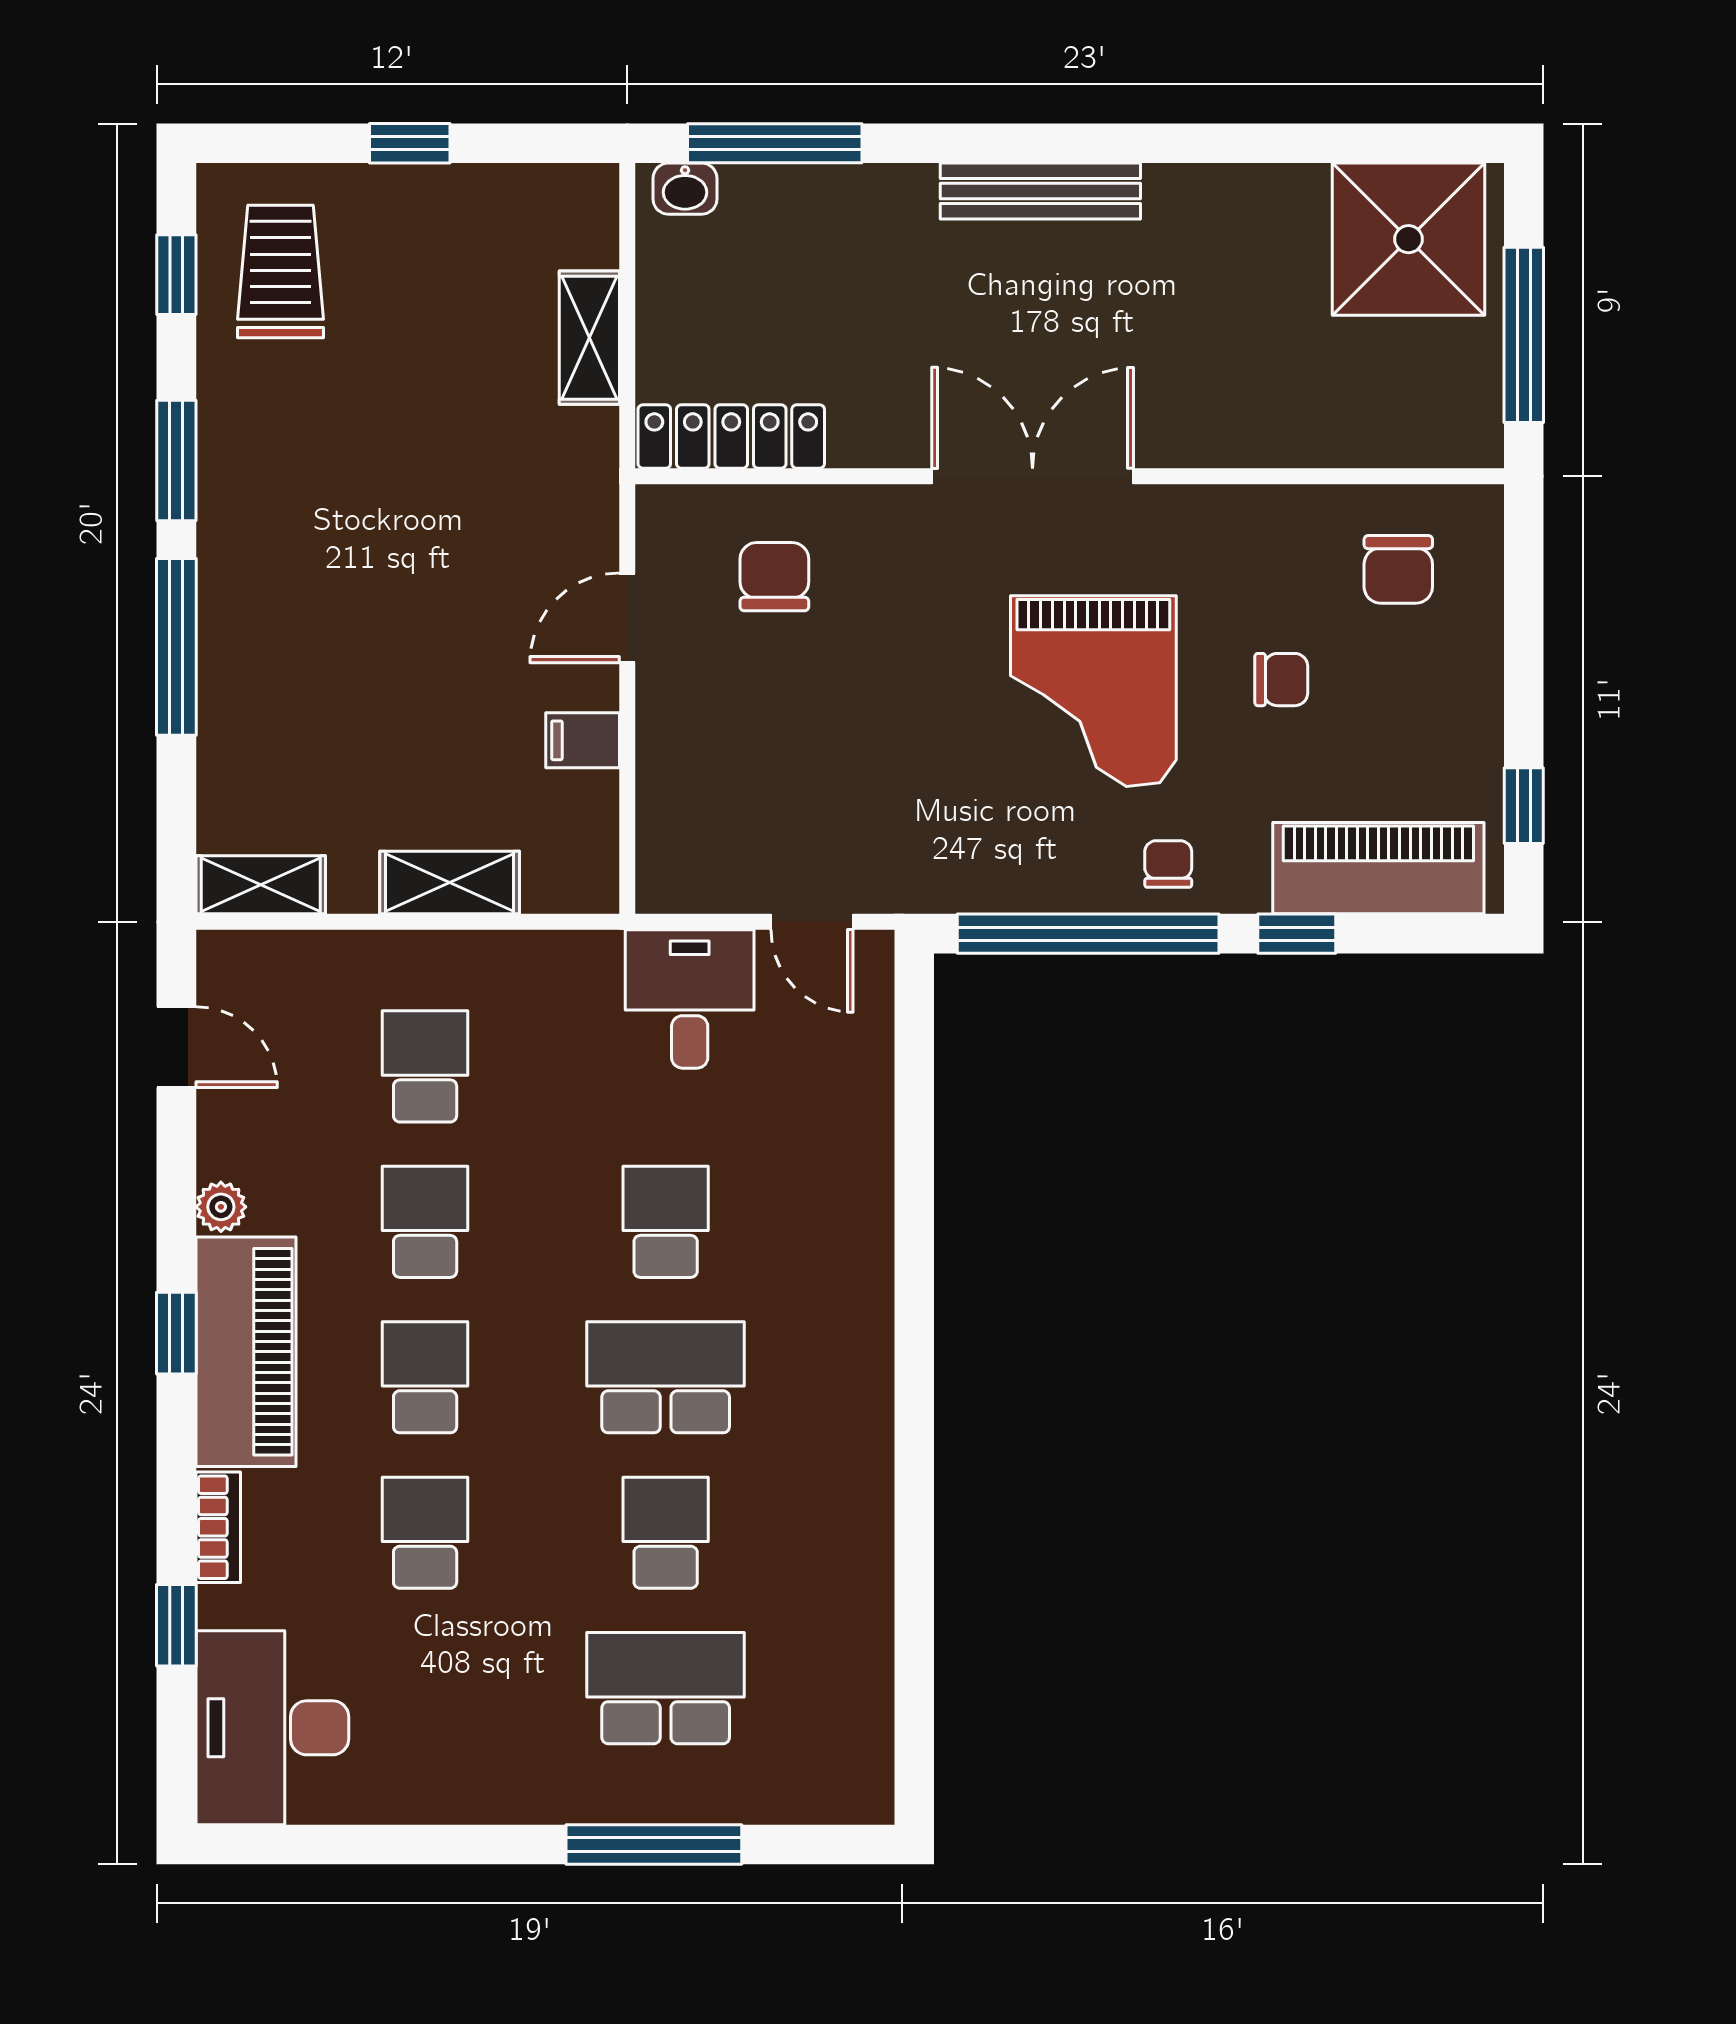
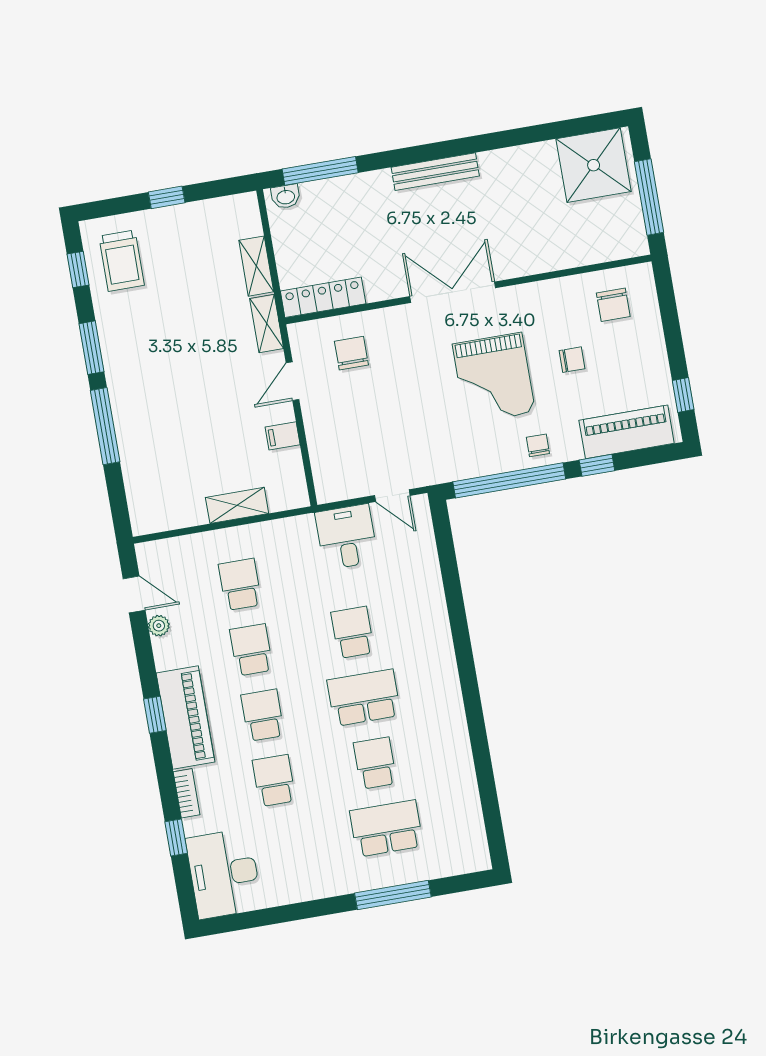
trolley: (281, 271) -> (122, 261), turned 180
shelving: (261, 885) -> (267, 324), moved, turned 90
plant: (221, 1207) -> (159, 626), moved

